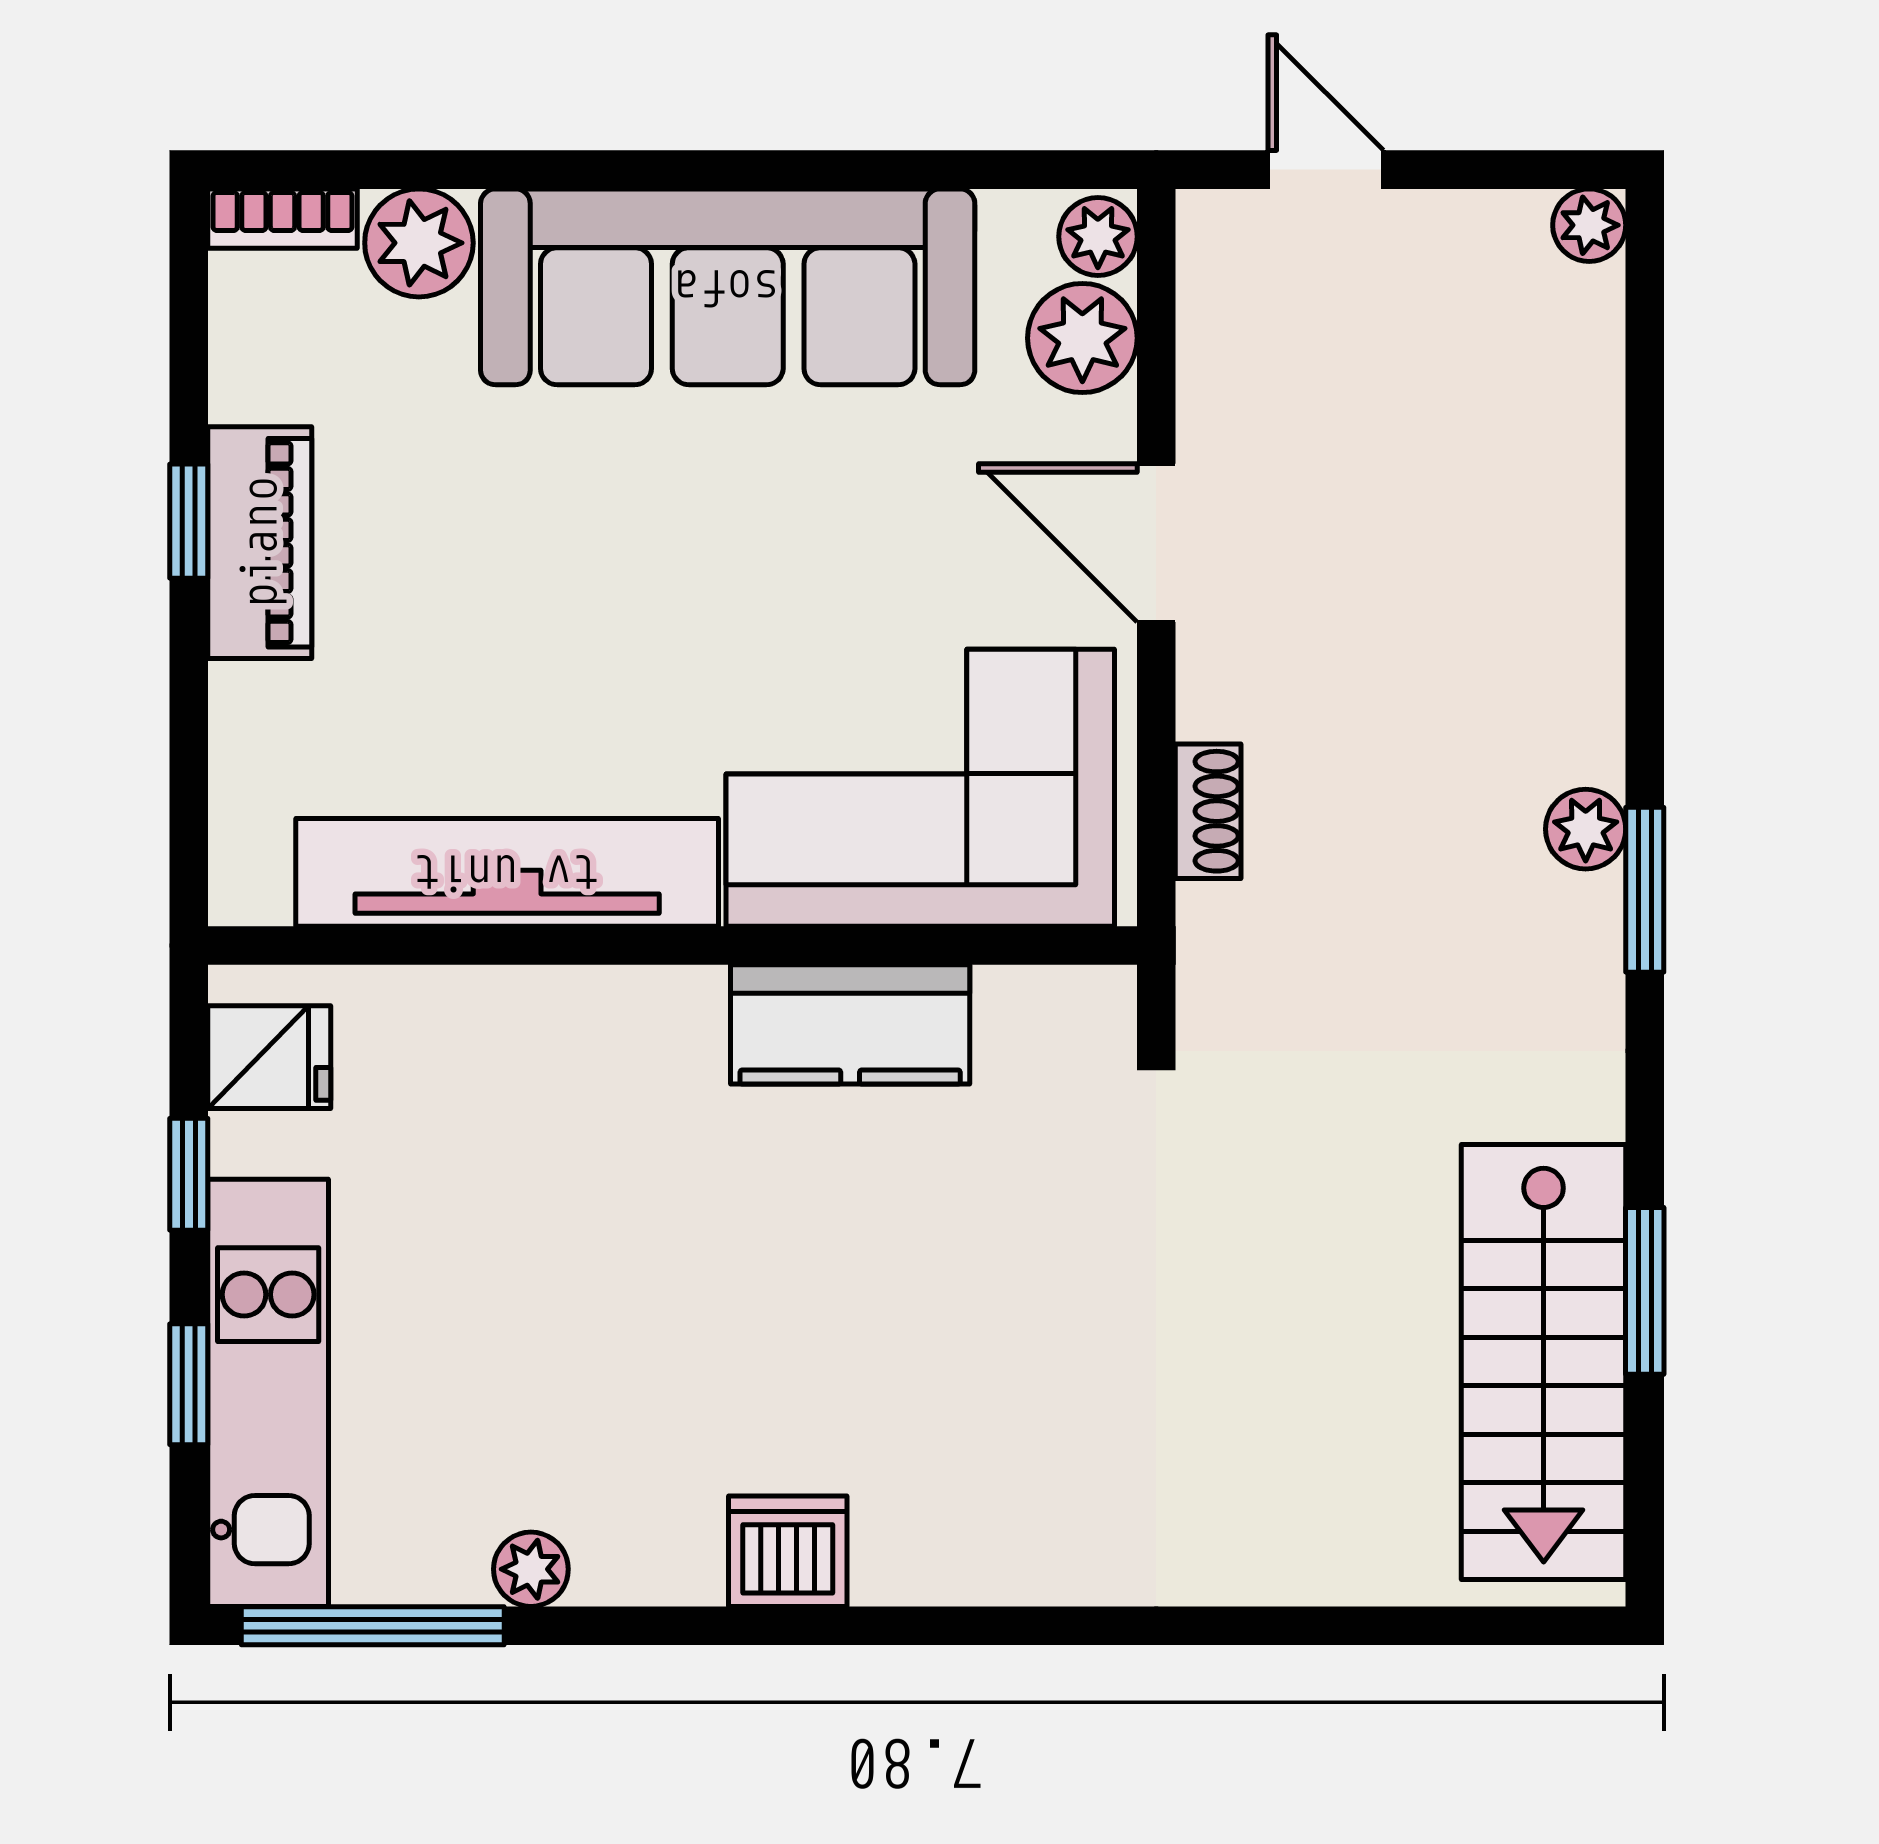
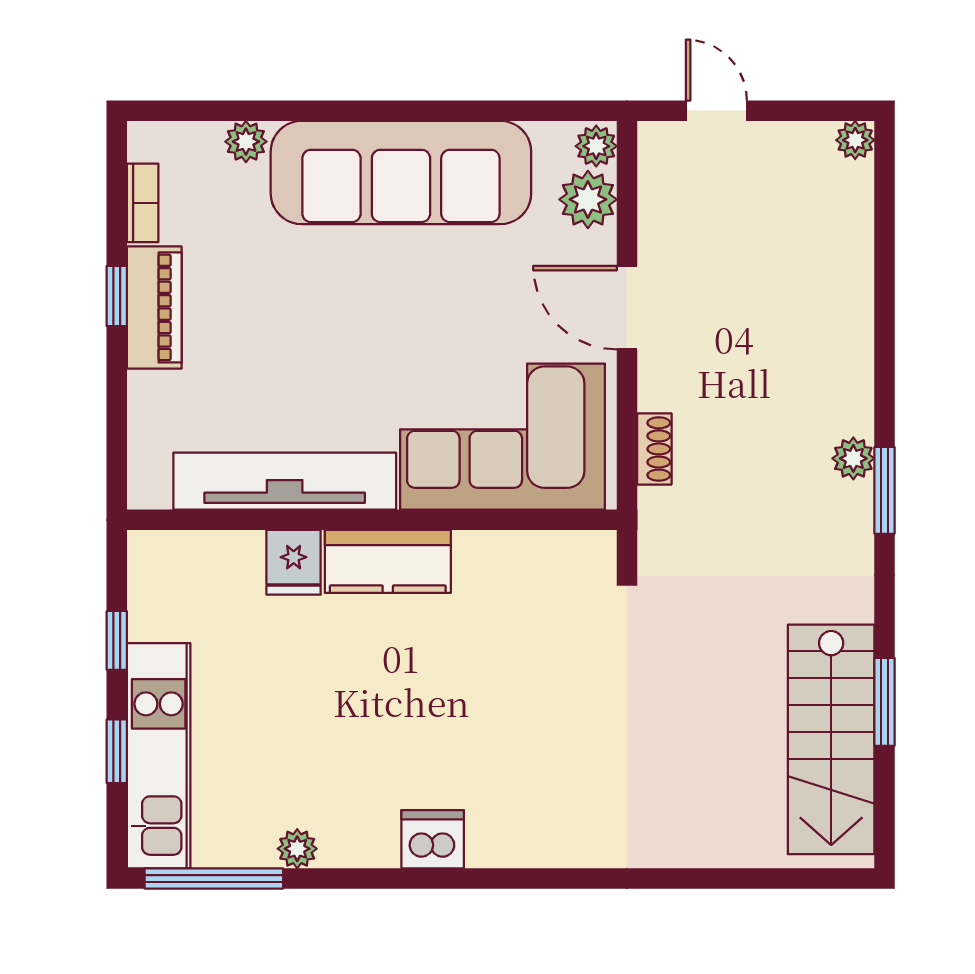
bookcase: (283, 219) -> (143, 203), moved, turned -90
plant: (419, 243) -> (246, 142), width x0.73, depth x0.73
kitchen counter: (850, 1024) -> (388, 561), moved
fridge: (269, 1057) -> (294, 562), moved, turned 90

